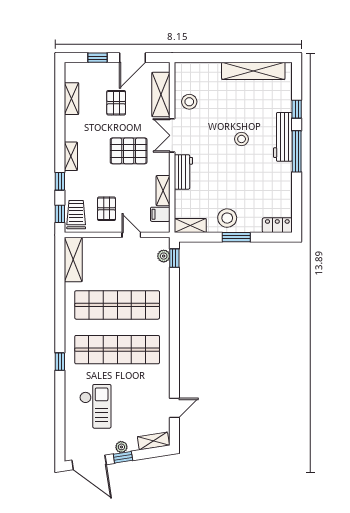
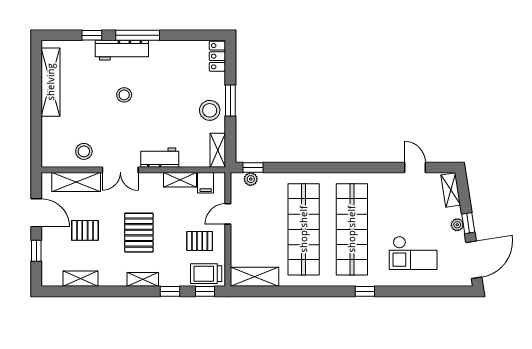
pallet: (129, 151) -> (139, 233), moved
checkout: (95, 406) -> (413, 253), turned 180

